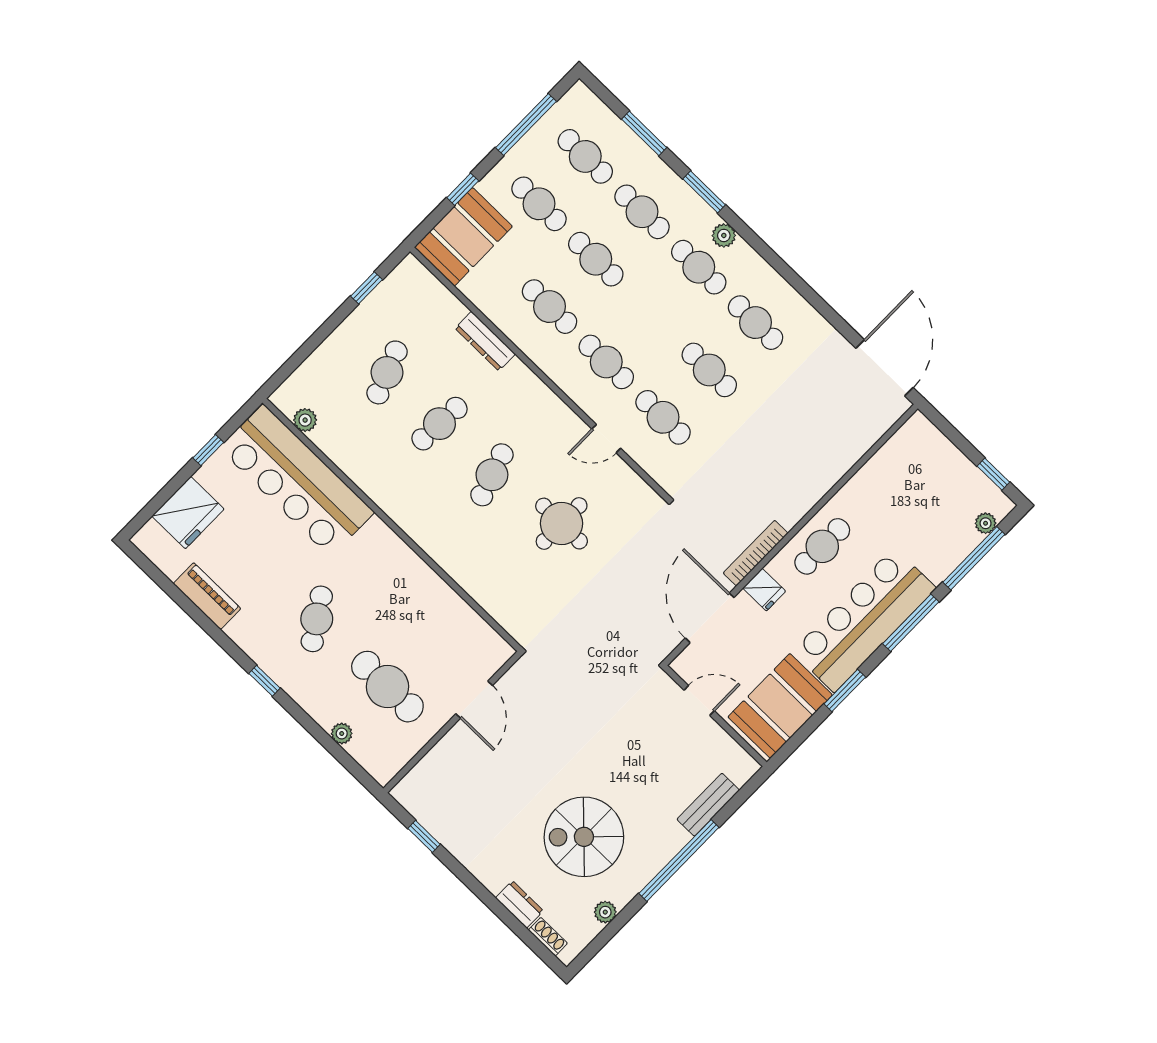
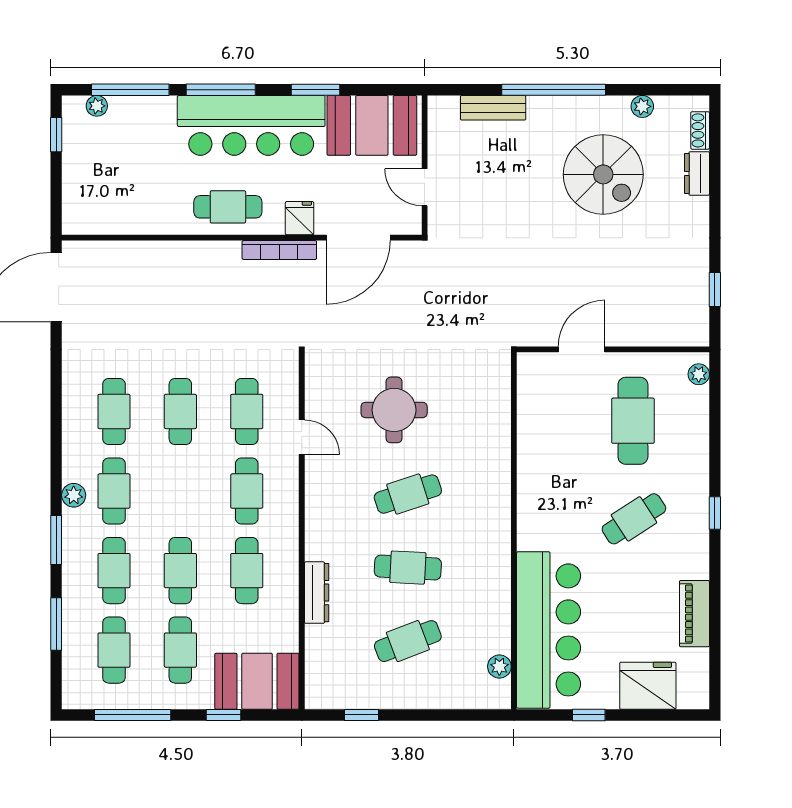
plant: (342, 733) -> (699, 374), moved

